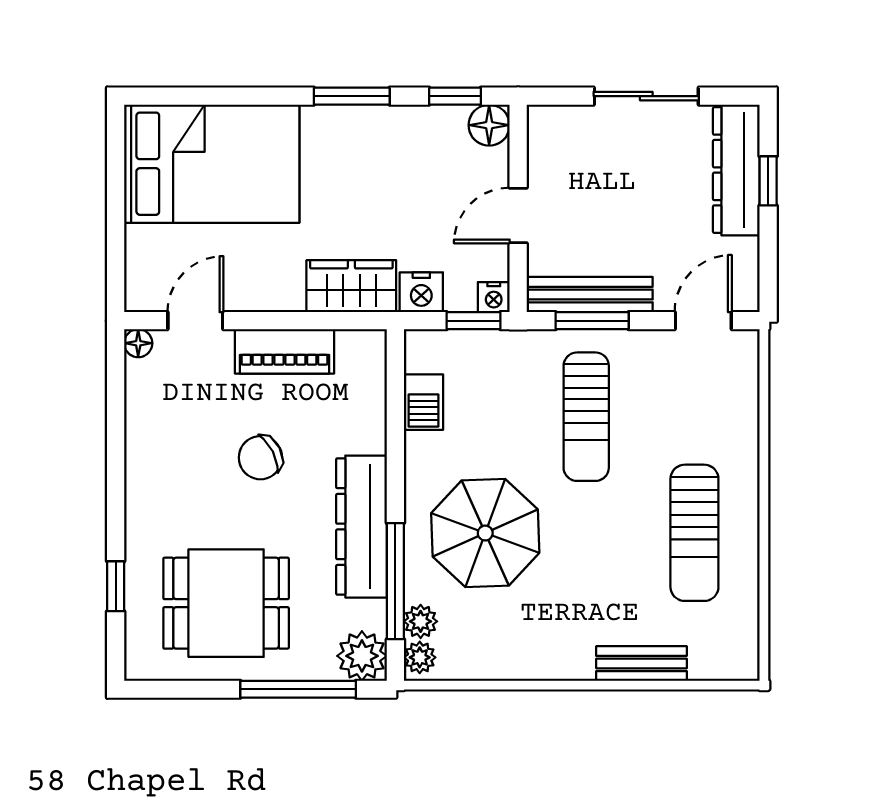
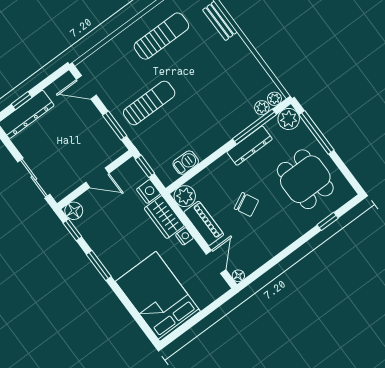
sliding door: (646, 96) -> (34, 178), moved
bench: (590, 295) -> (106, 133), removed
nightstand: (494, 297) -> (184, 236), moved
door: (195, 321) -> (216, 262), swing flipped
plant: (362, 354) -> (185, 196), added
dresser: (362, 527) -> (250, 146), width x0.73, depth x0.80
parasol: (485, 533) -> (215, 108), removed

